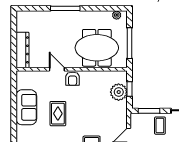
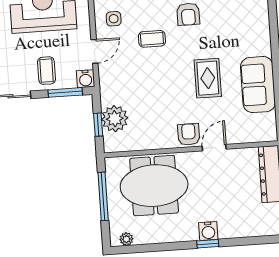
window: (65, 8) -> (208, 244), width x0.46
water cooler: (64, 17) -> (208, 231), added
door: (57, 69) -> (214, 148), swing flipped
water cooler: (135, 119) -> (86, 79), added

